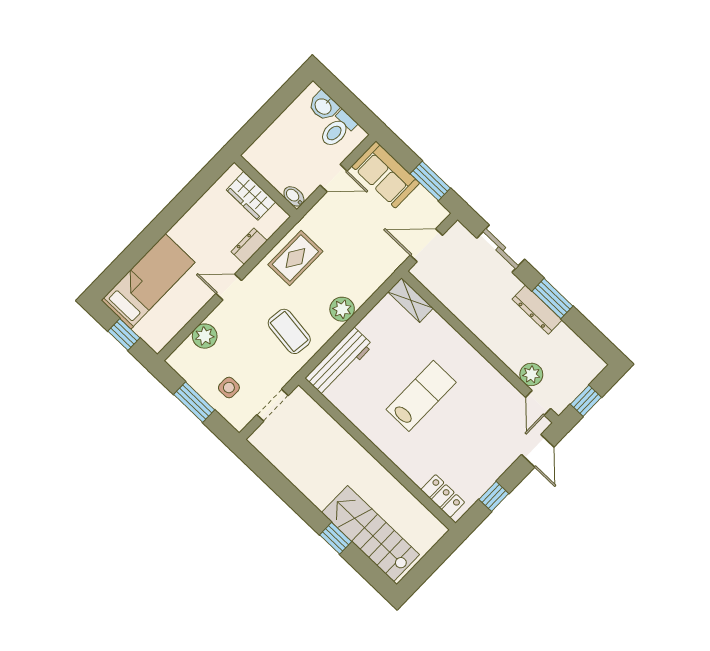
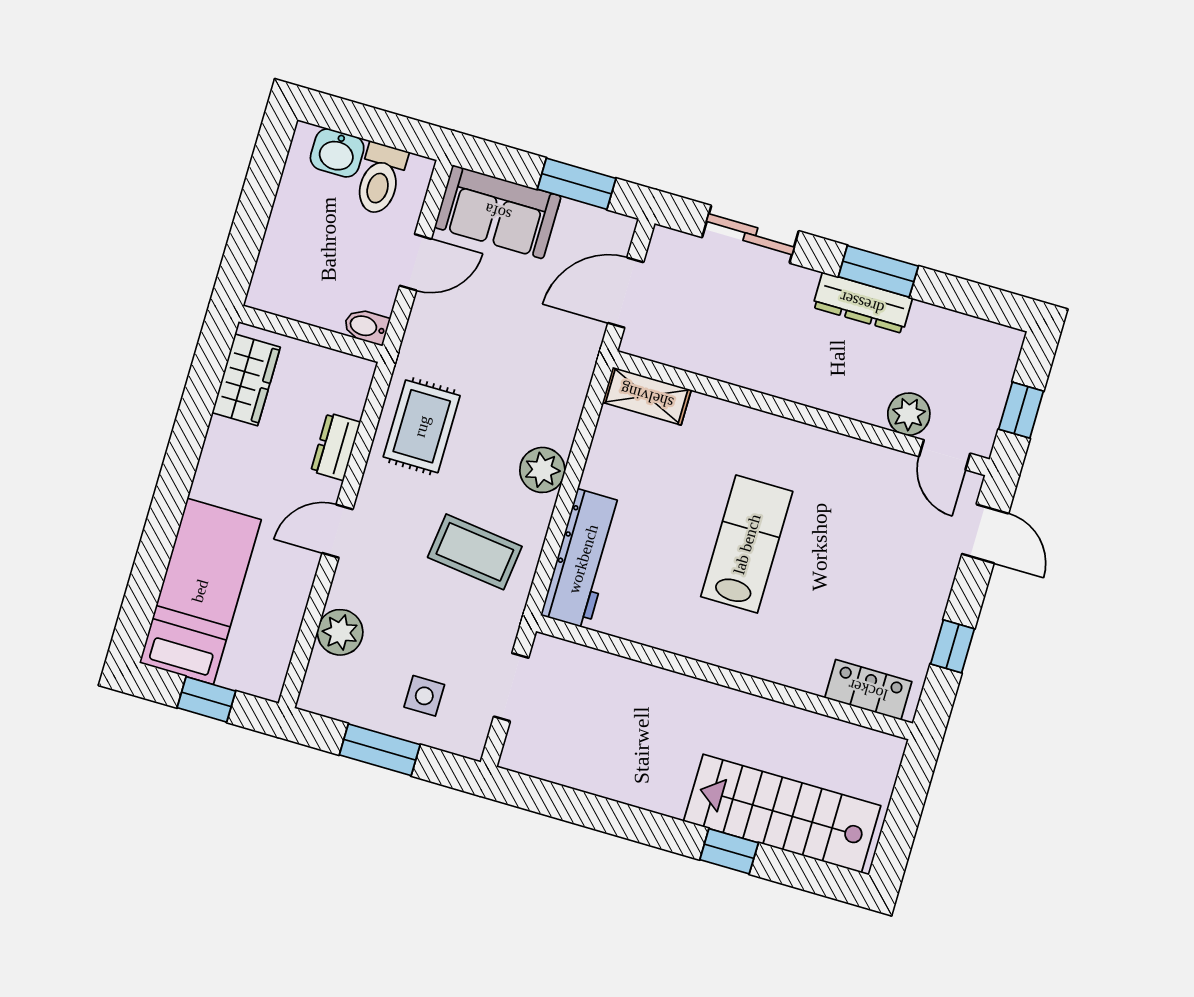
wardrobe: (251, 196) -> (246, 380), moved, turned -90

